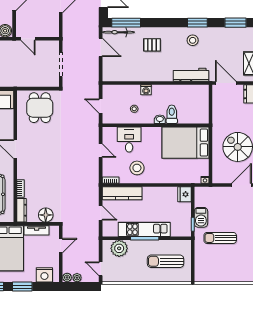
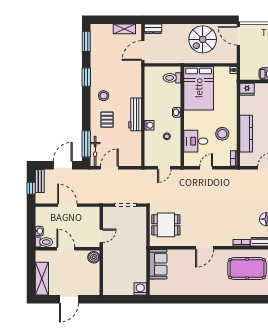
stool: (193, 40) -> (104, 96), moved
workbench: (191, 75) -> (135, 114), moved
toilet: (172, 114) -> (172, 78), moved
kitchen counter: (122, 193) -> (246, 134), moved

